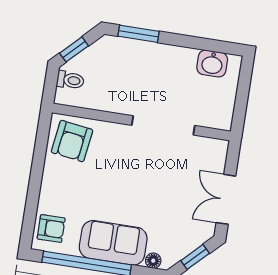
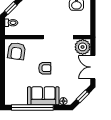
plant: (211, 154) -> (83, 47), added
armchair: (51, 229) -> (45, 68), moved

